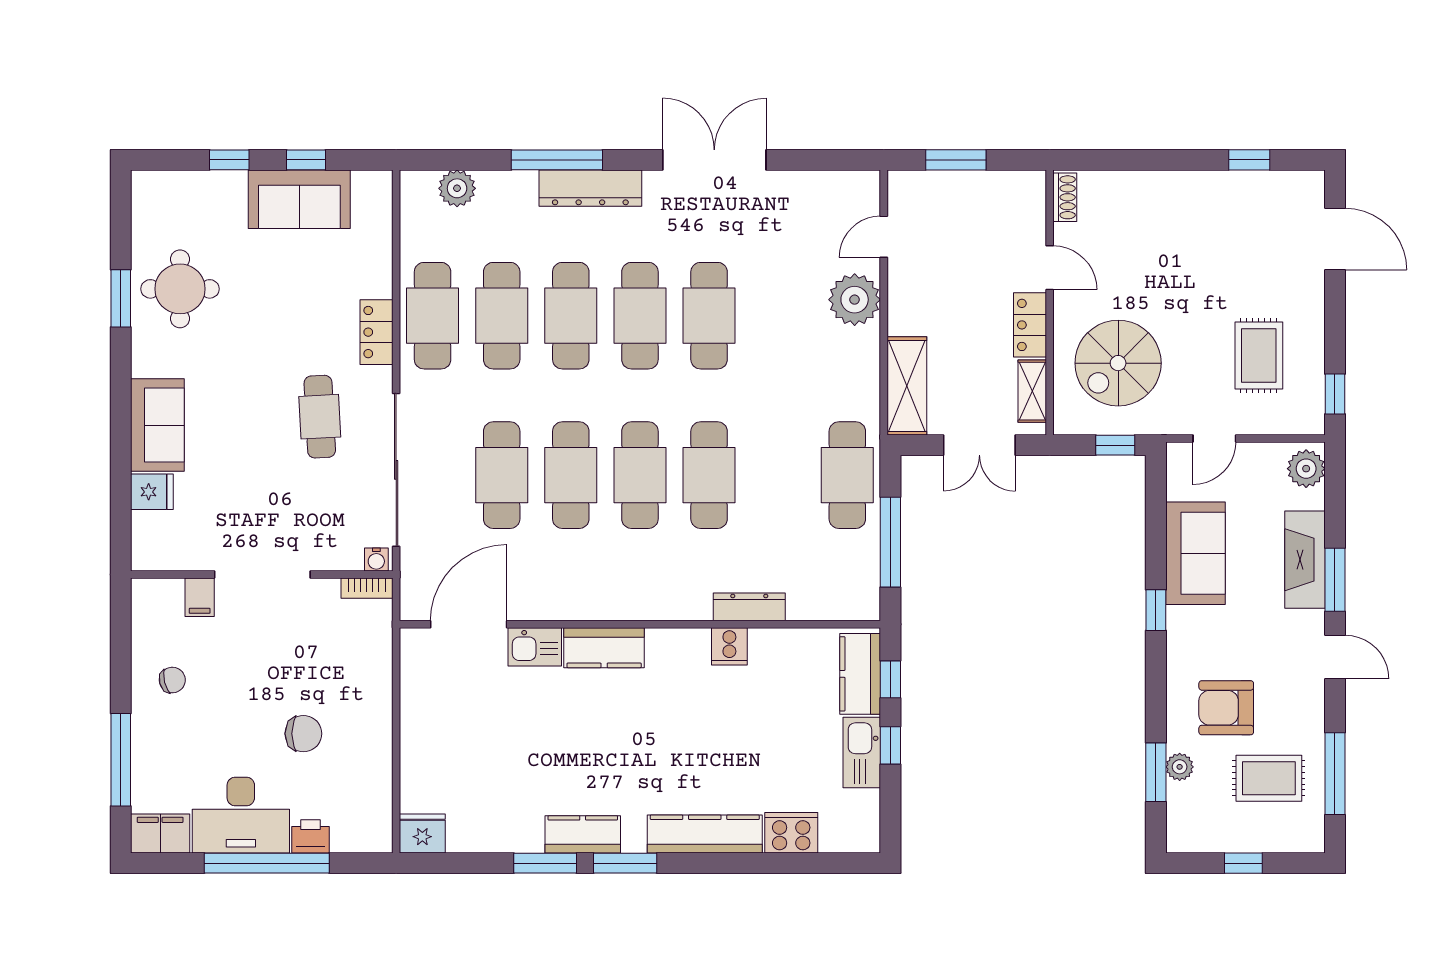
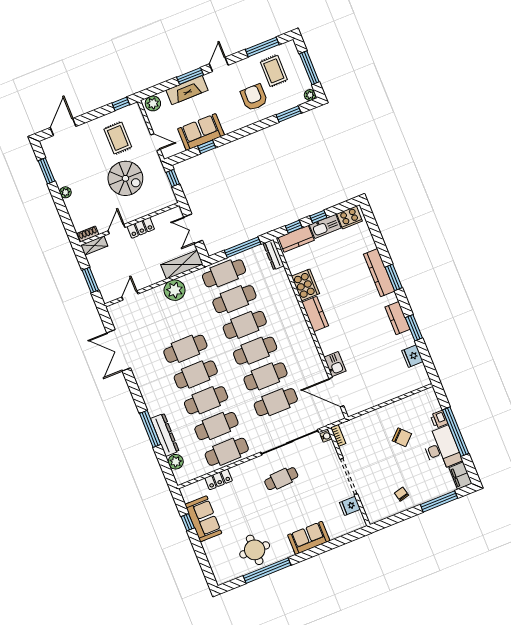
window: (229, 160) -> (199, 551), removed
double door: (714, 160) -> (119, 350), moved
window: (1249, 160) -> (46, 171), width x1.50
plant: (1182, 184) -> (65, 192), added
dresser: (590, 188) -> (165, 435), moved
door: (884, 237) -> (130, 295), swing flipped
window: (121, 298) -> (267, 571), width x2.11
plant: (855, 300) -> (175, 290), moved
locker: (376, 332) -> (219, 479), moved
rug: (1259, 355) -> (118, 138), turned 90
spiral stairs: (1118, 363) -> (125, 178), moved
shelving: (1032, 391) -> (94, 246), moved
double door: (979, 445) -> (193, 229), swing flipped
cafe table: (778, 475) -> (234, 299), added
fridge: (152, 492) -> (350, 506), moved, turned -90
filing cabinet: (200, 597) -> (367, 496), removed
dresser: (749, 607) -> (274, 255), moved
window: (1156, 610) -> (207, 147), moved
cooker: (729, 646) -> (305, 285), width x1.87, depth x1.31
kitchen counter: (604, 648) -> (315, 314), moved
armchair: (1226, 708) -> (254, 97), turned 180
chair: (303, 734) -> (402, 437), turned 136
plant: (1180, 767) -> (310, 95), moved
cooker: (791, 833) -> (349, 217), moved, turned -90
fridge: (422, 834) -> (412, 356), moved
window: (625, 863) -> (394, 277), moved
window: (1243, 863) -> (309, 68), width x2.17

